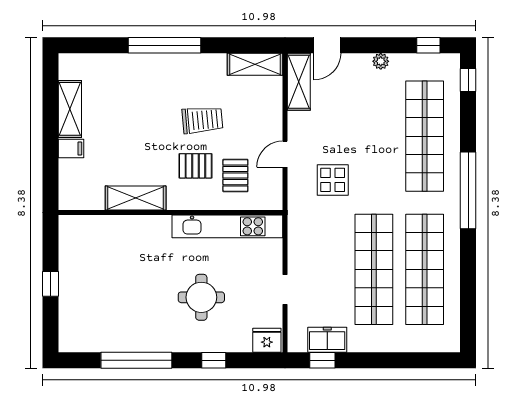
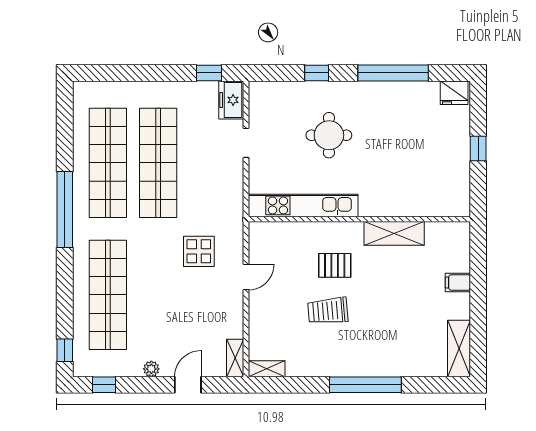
door: (327, 45) -> (188, 385), moved
shelving: (255, 64) -> (267, 369), width x0.67, depth x0.75
shelving: (299, 82) -> (235, 358), width x0.67, depth x0.75
shelving: (70, 109) -> (459, 349), moved
pallet: (235, 176) -> (295, 256), removed
window: (468, 190) -> (65, 210), moved
fridge: (267, 340) -> (454, 93), moved
freezer: (327, 340) -> (231, 100), moved, turned 90

